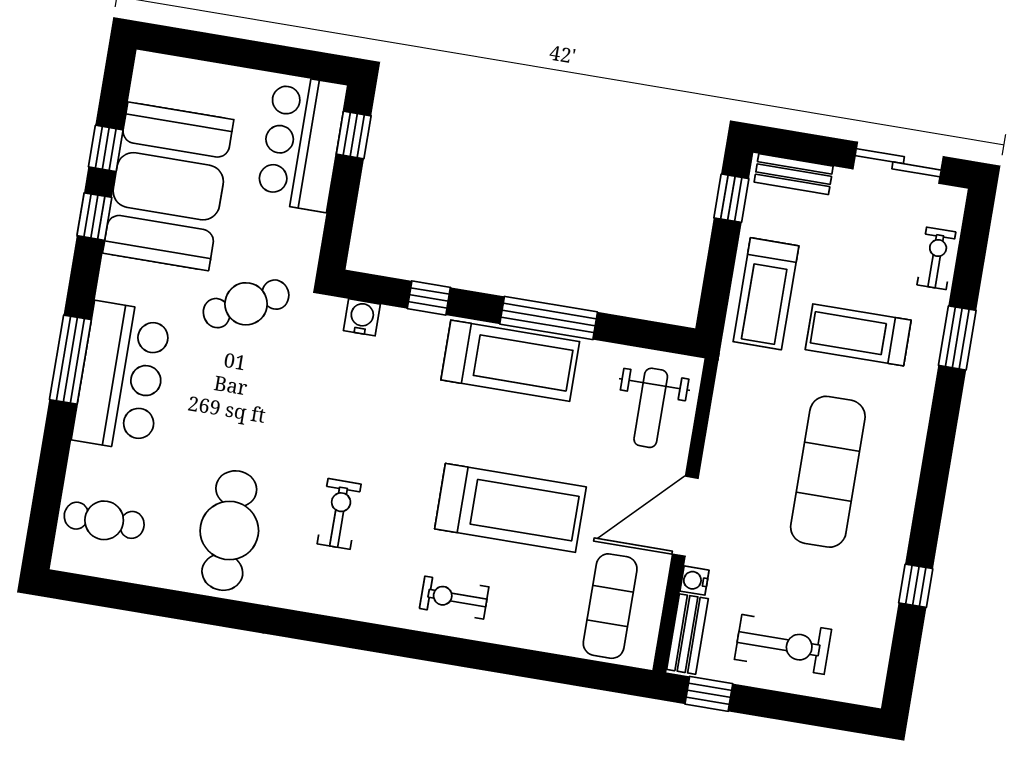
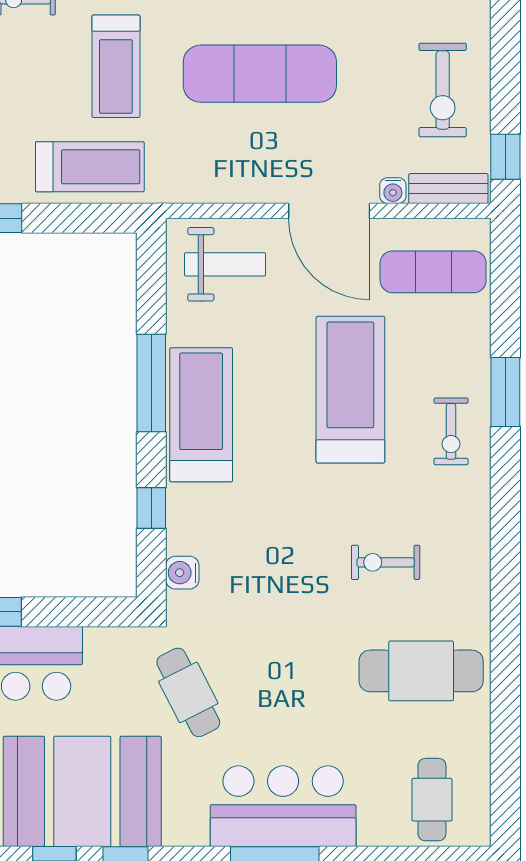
exercise bike: (783, 644) -> (443, 90), turned 180
window: (483, 656) -> (505, 392), added

